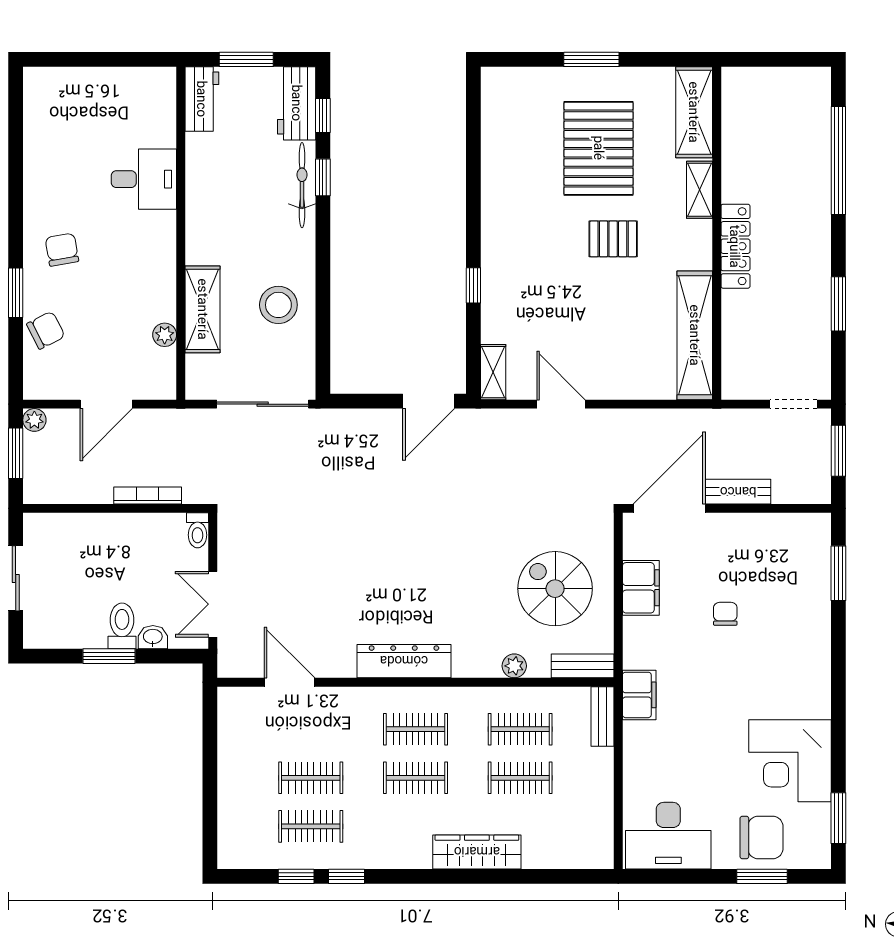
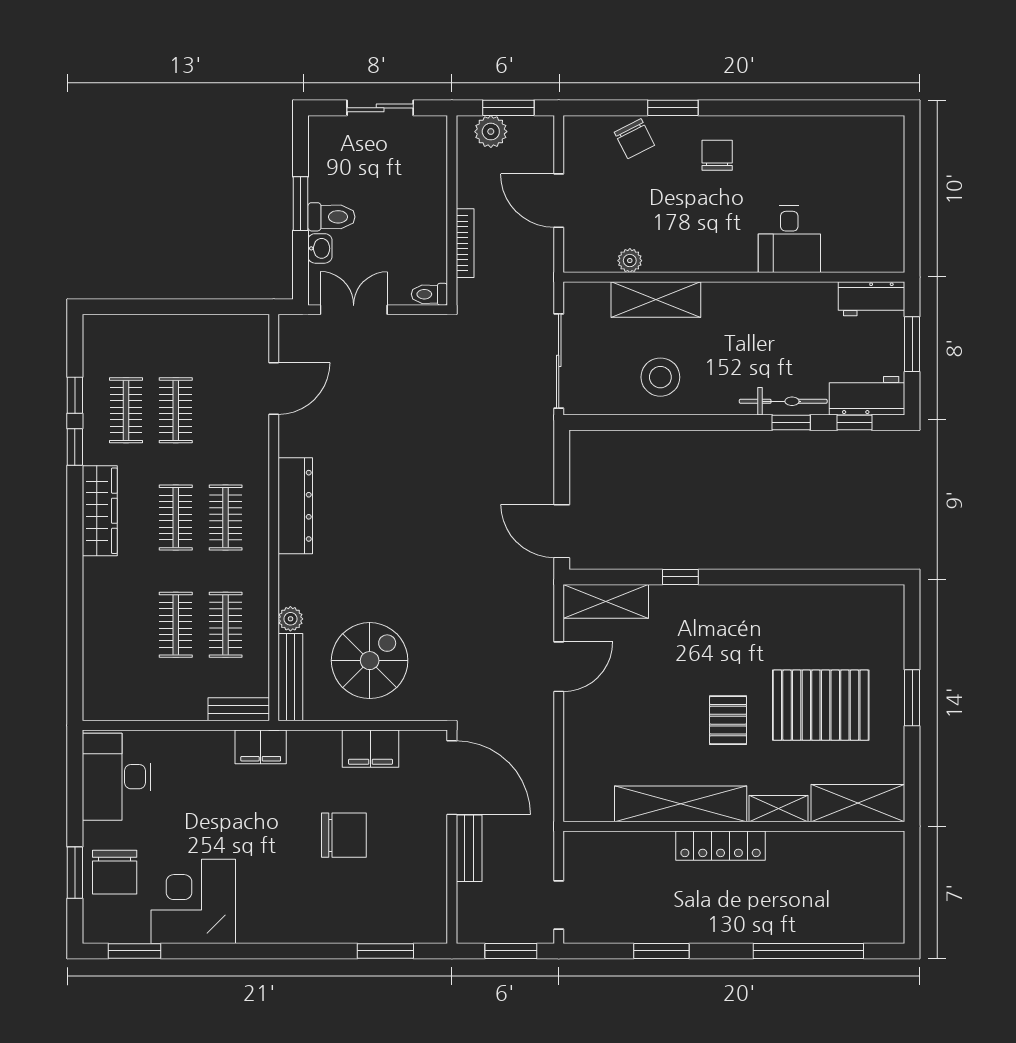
chair: (62, 250) -> (717, 155), turned -80
shelving: (695, 335) -> (681, 804), moved
shelving: (493, 372) -> (606, 601), width x1.50, depth x1.33
plant: (34, 420) -> (491, 132), moved, width x1.38, depth x1.38
chair: (725, 614) -> (344, 835), width x1.87, depth x1.87
bench: (583, 666) -> (290, 677), width x1.36
wardrobe: (477, 852) -> (100, 511), moved

